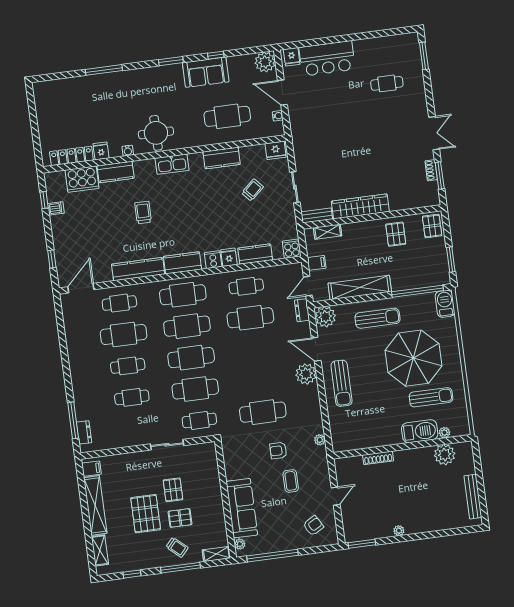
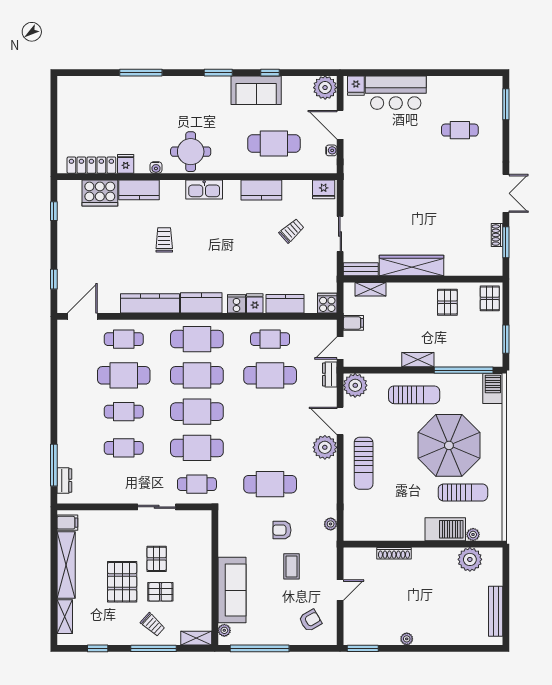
dishwasher: (56, 208) -> (66, 222), removed
shelving: (360, 287) -> (418, 360), width x0.45, depth x0.75

